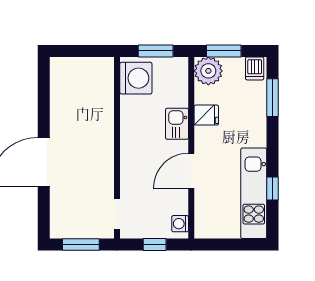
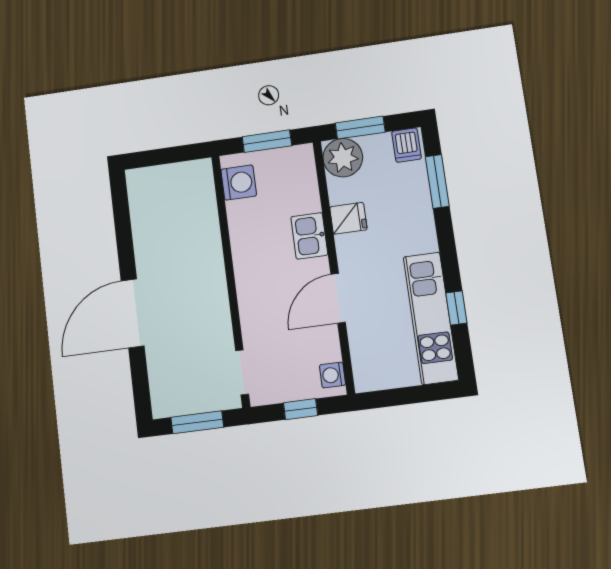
washing machine: (136, 78) -> (239, 182), width x0.73, depth x0.73

